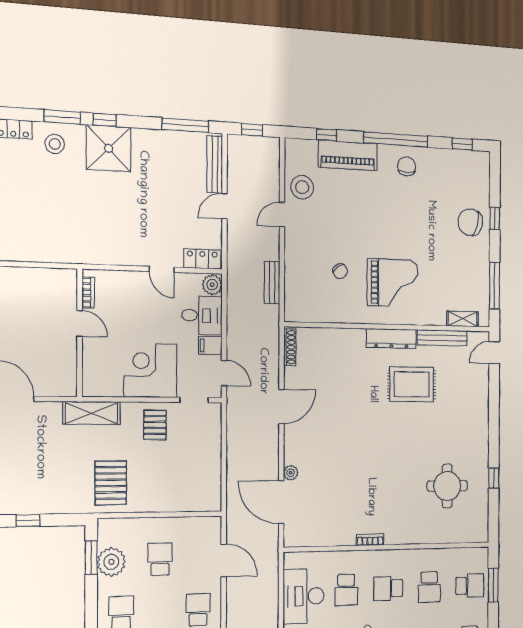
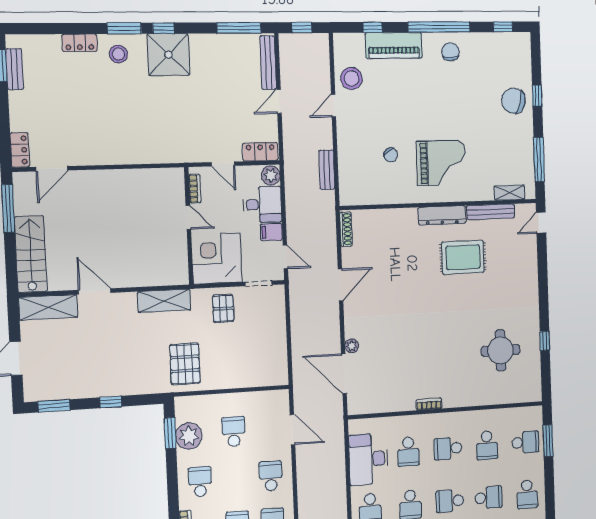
bookcase: (88, 293) -> (195, 189), moved
door: (80, 323) -> (188, 217), moved
wall: (80, 333) -> (189, 226), moved

